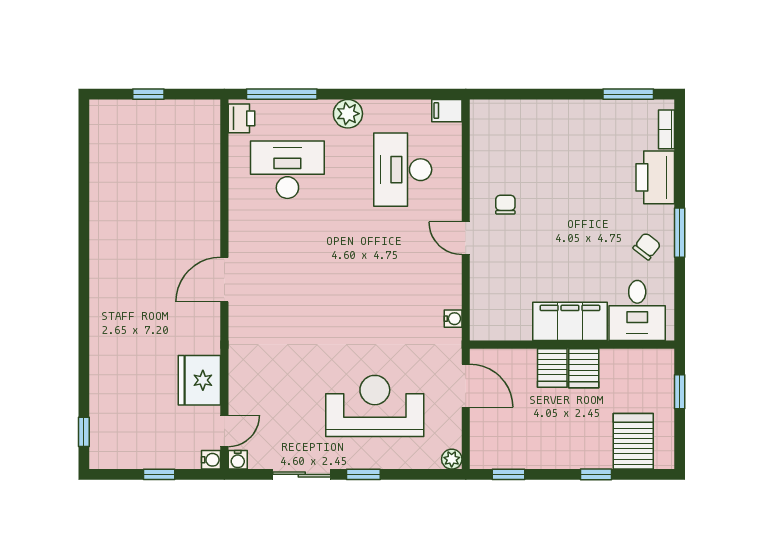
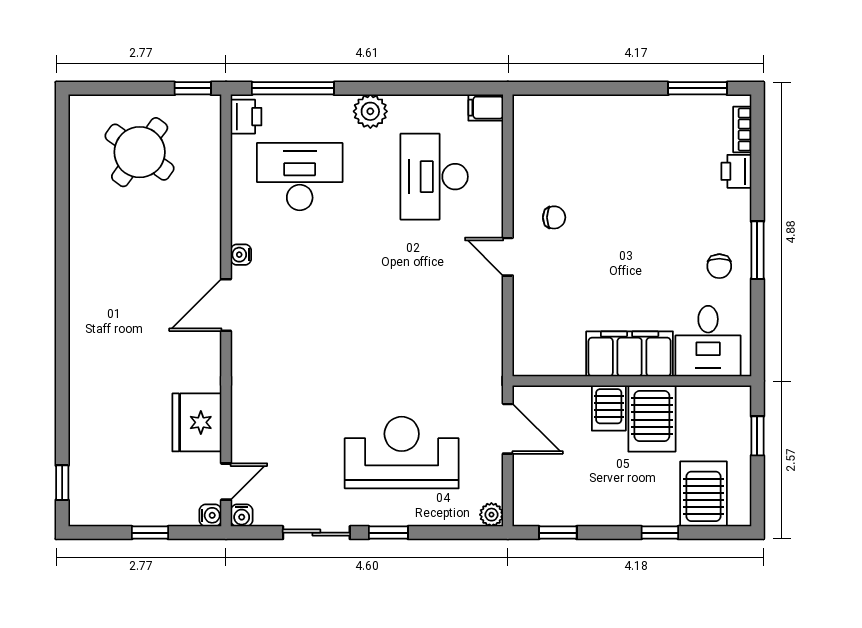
window: (148, 94) -> (193, 88), moved
round table: (150, 149) -> (140, 152), added
printer: (655, 177) -> (736, 171), width x0.53, depth x0.68
chair: (505, 205) -> (554, 217), turned 90
chair: (647, 246) -> (719, 266), turned 142
water cooler: (453, 319) -> (241, 255), moved, turned 180
server rack: (584, 368) -> (652, 419), width x1.36, depth x1.44

